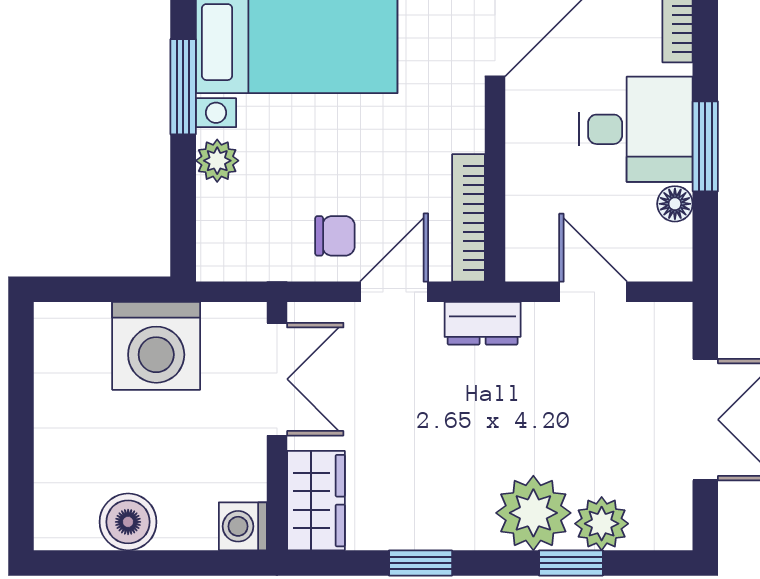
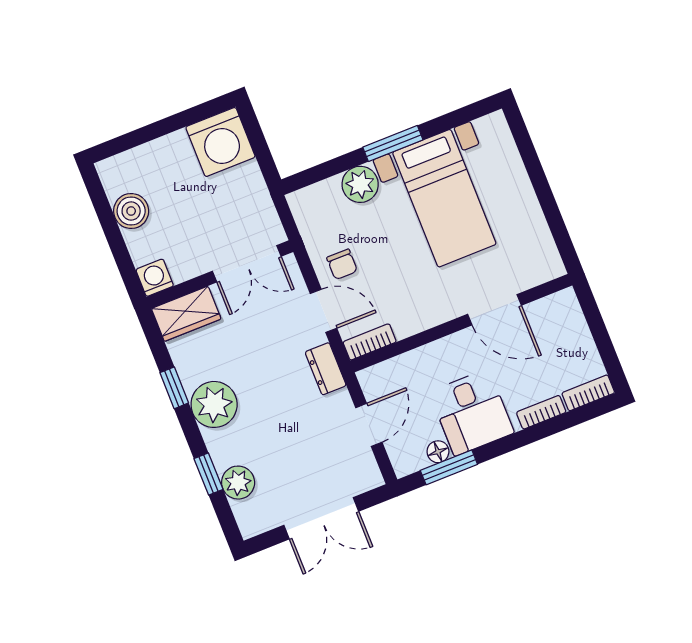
window: (705, 146) -> (449, 467), moved
plant: (217, 161) -> (360, 184), width x1.38, depth x1.38
bookcase: (468, 218) -> (370, 342), width x0.64
washing machine: (156, 346) -> (220, 142), moved, turned -90
plant: (533, 513) -> (214, 404), moved

